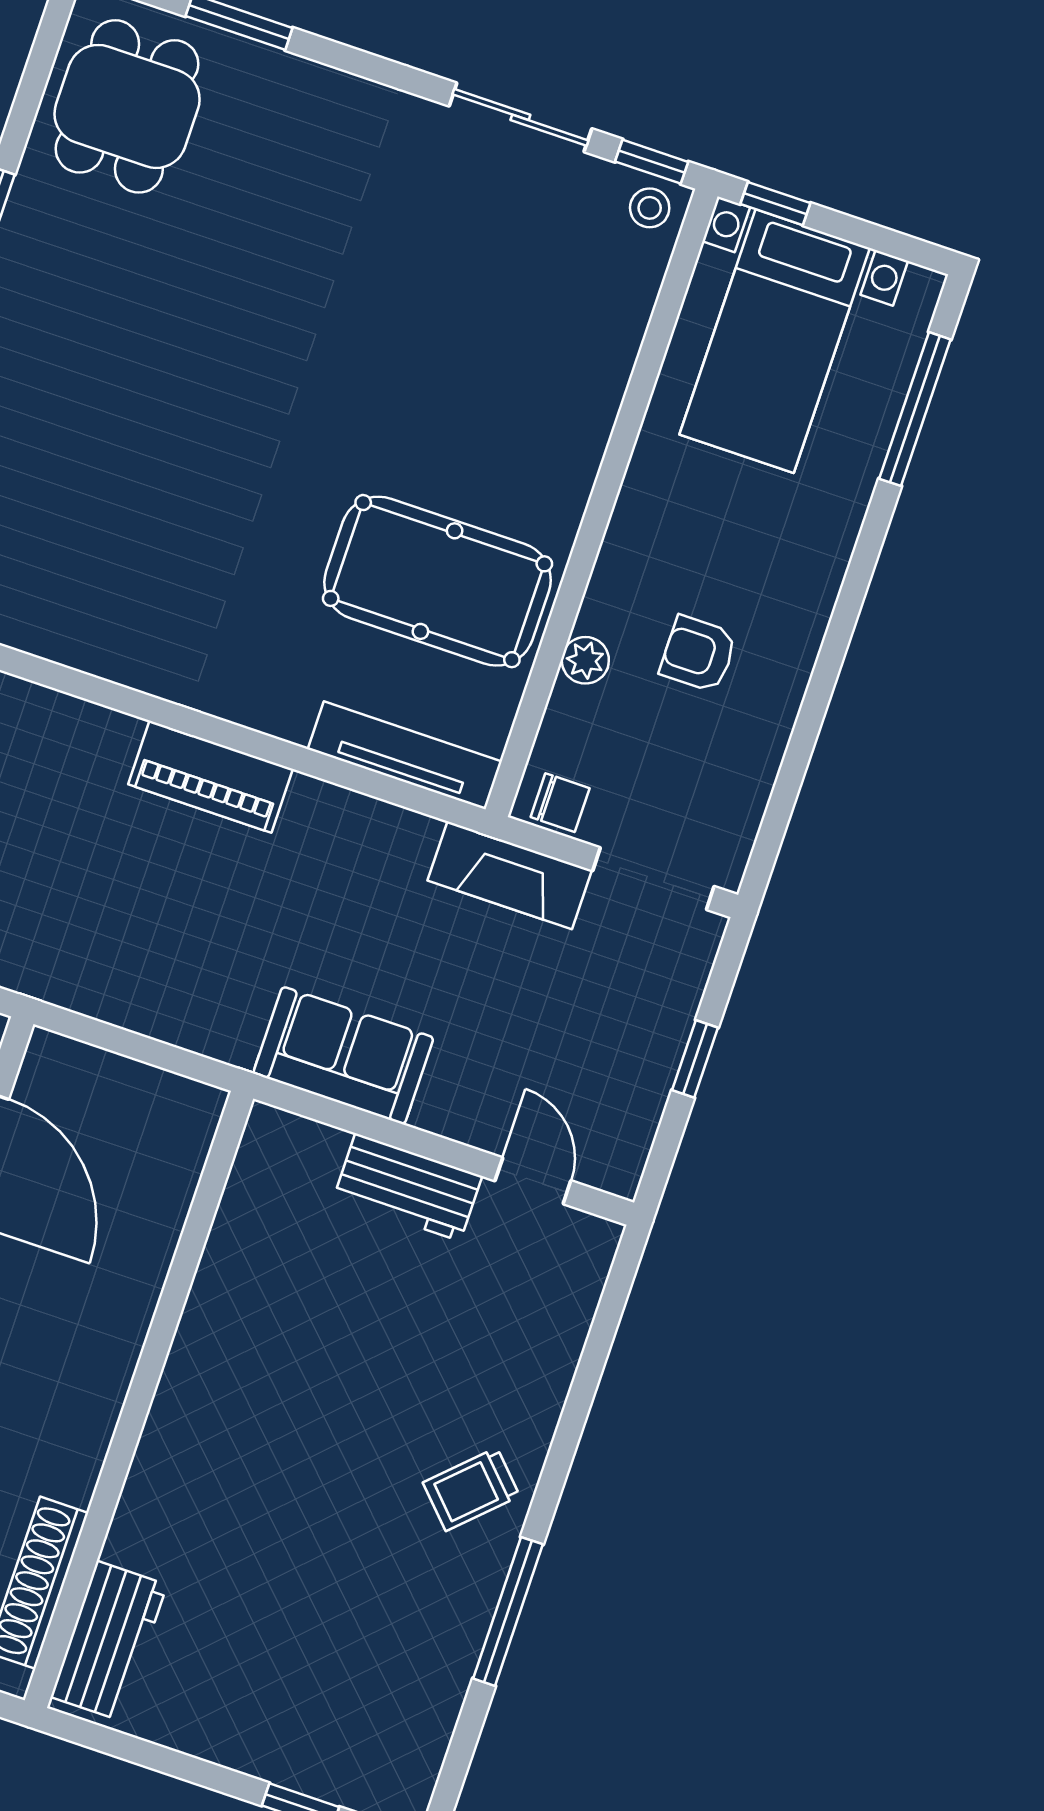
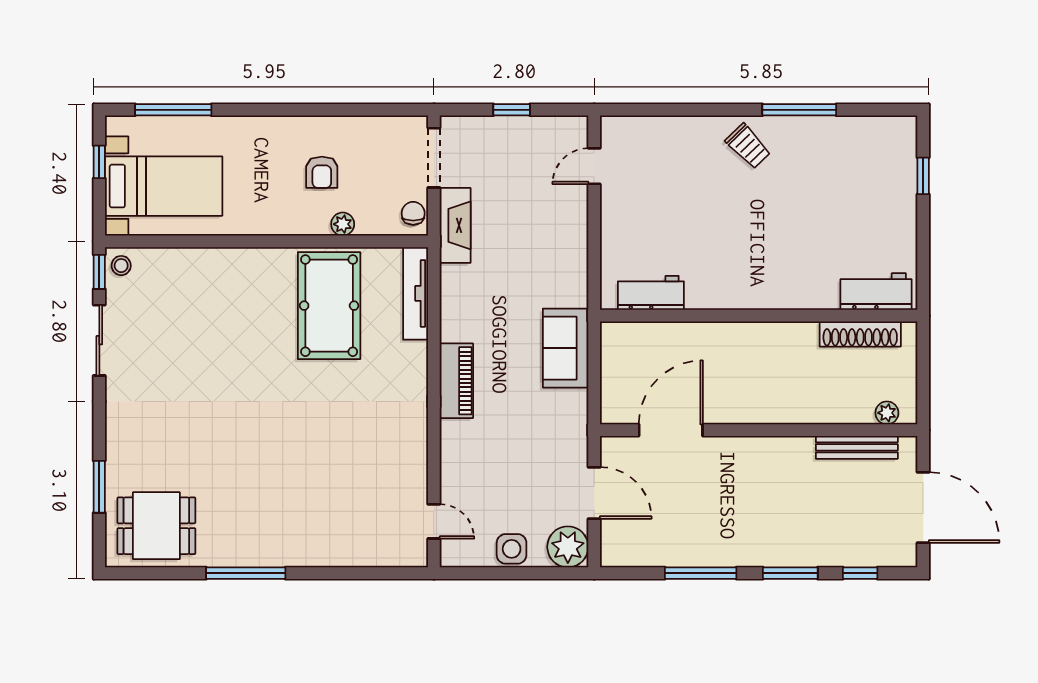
window: (775, 204) -> (99, 162), moved
sofa: (343, 1055) -> (566, 348), moved
workbench: (408, 1187) -> (651, 293), moved, turned -90

